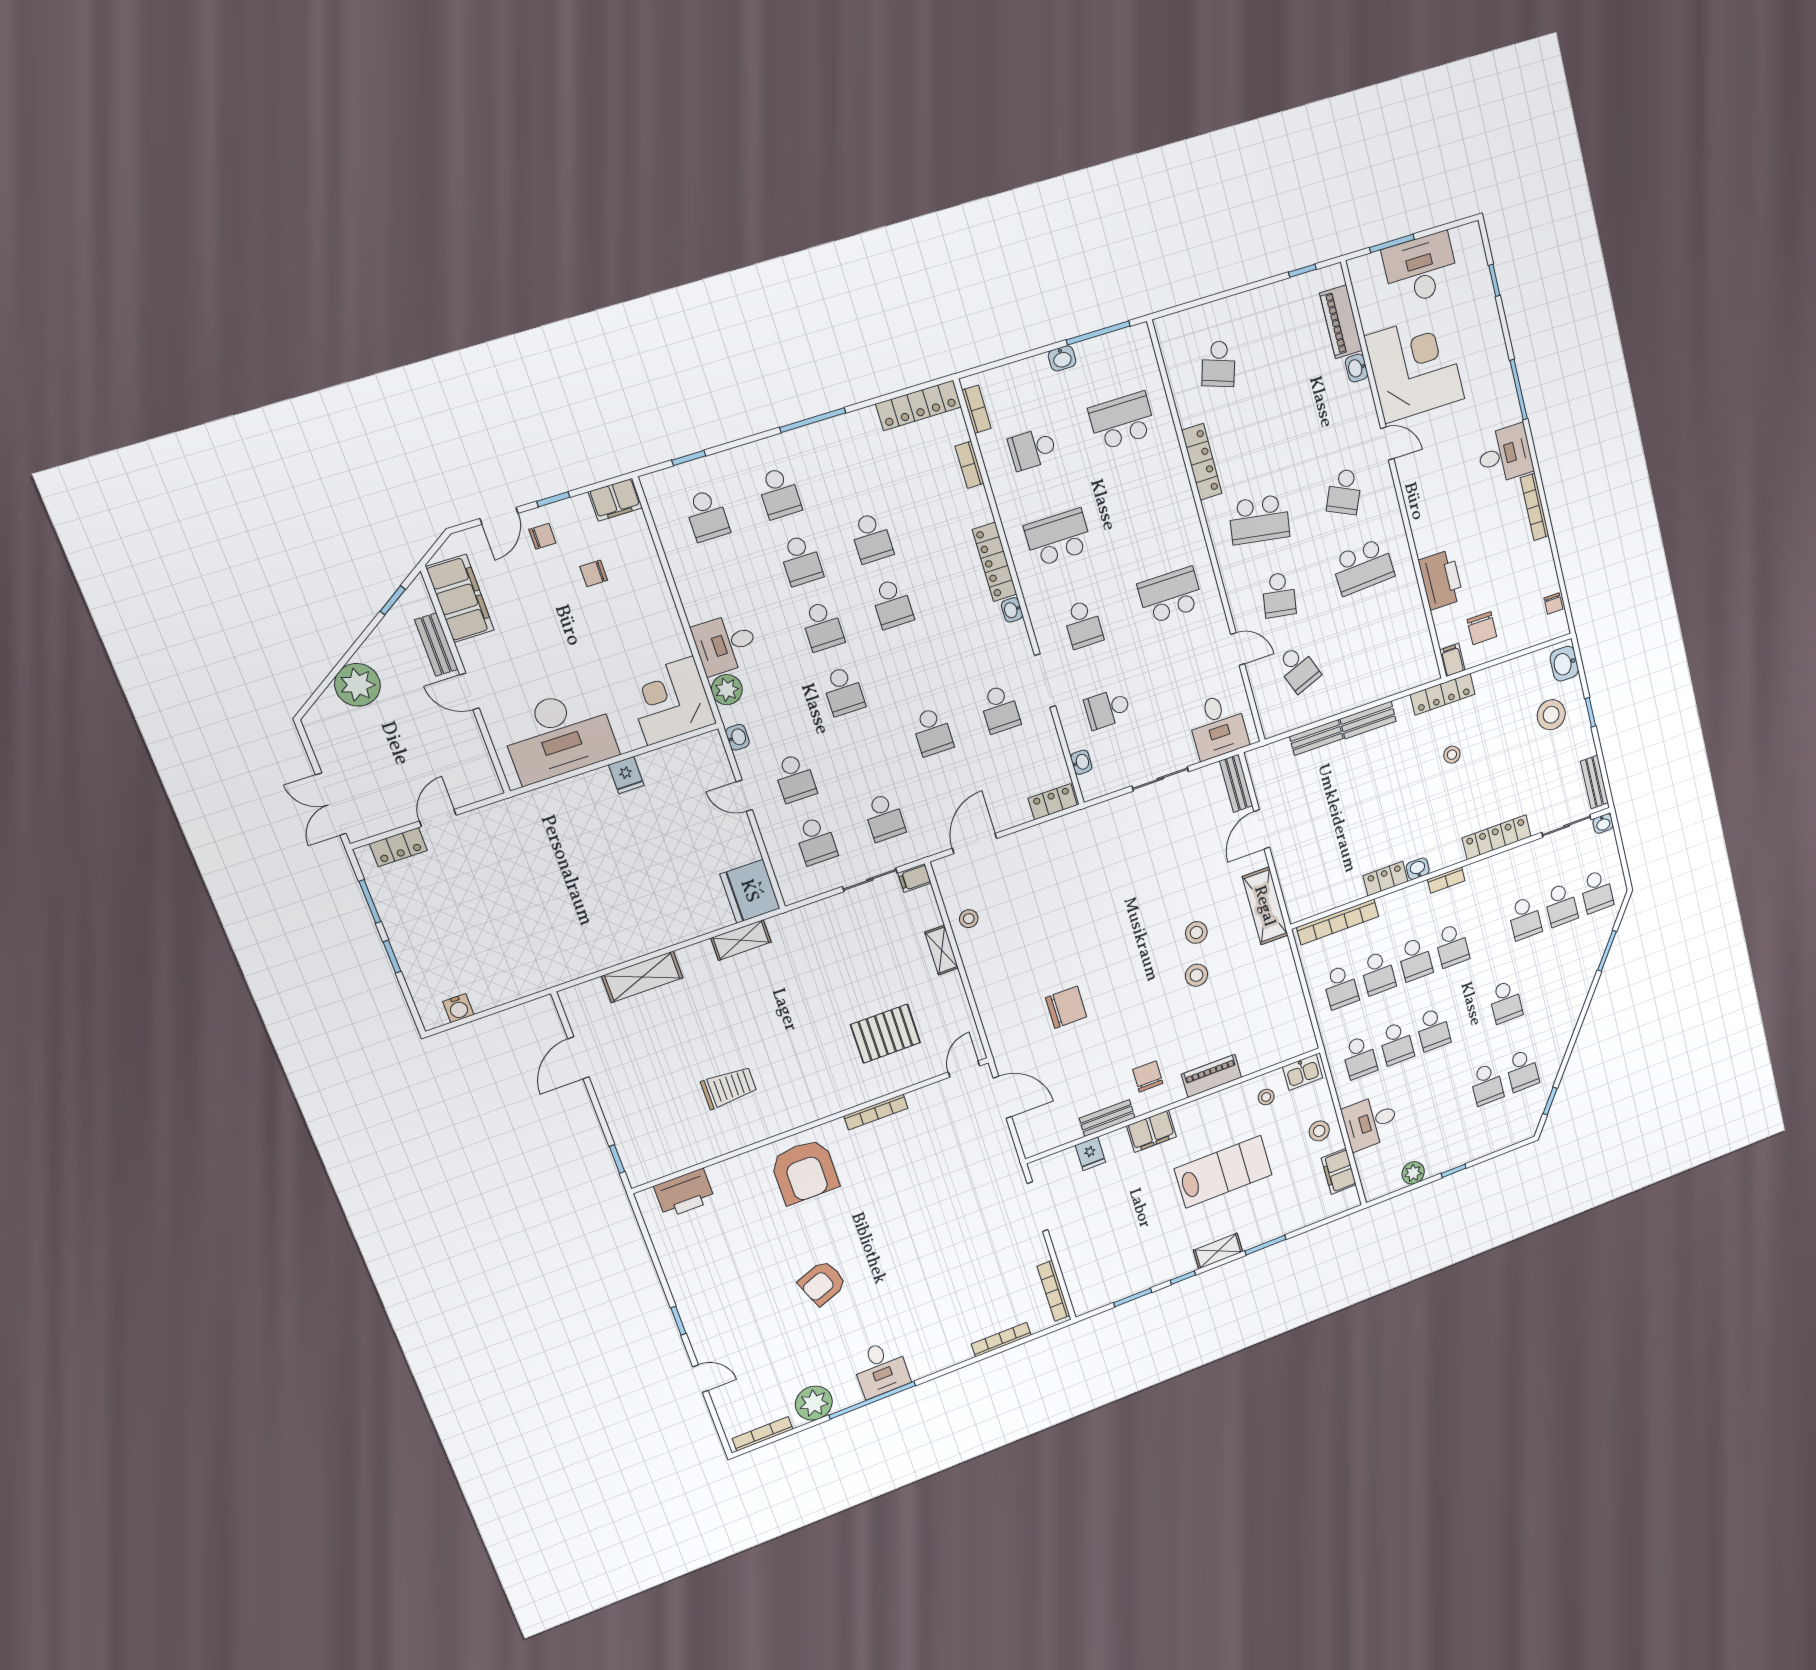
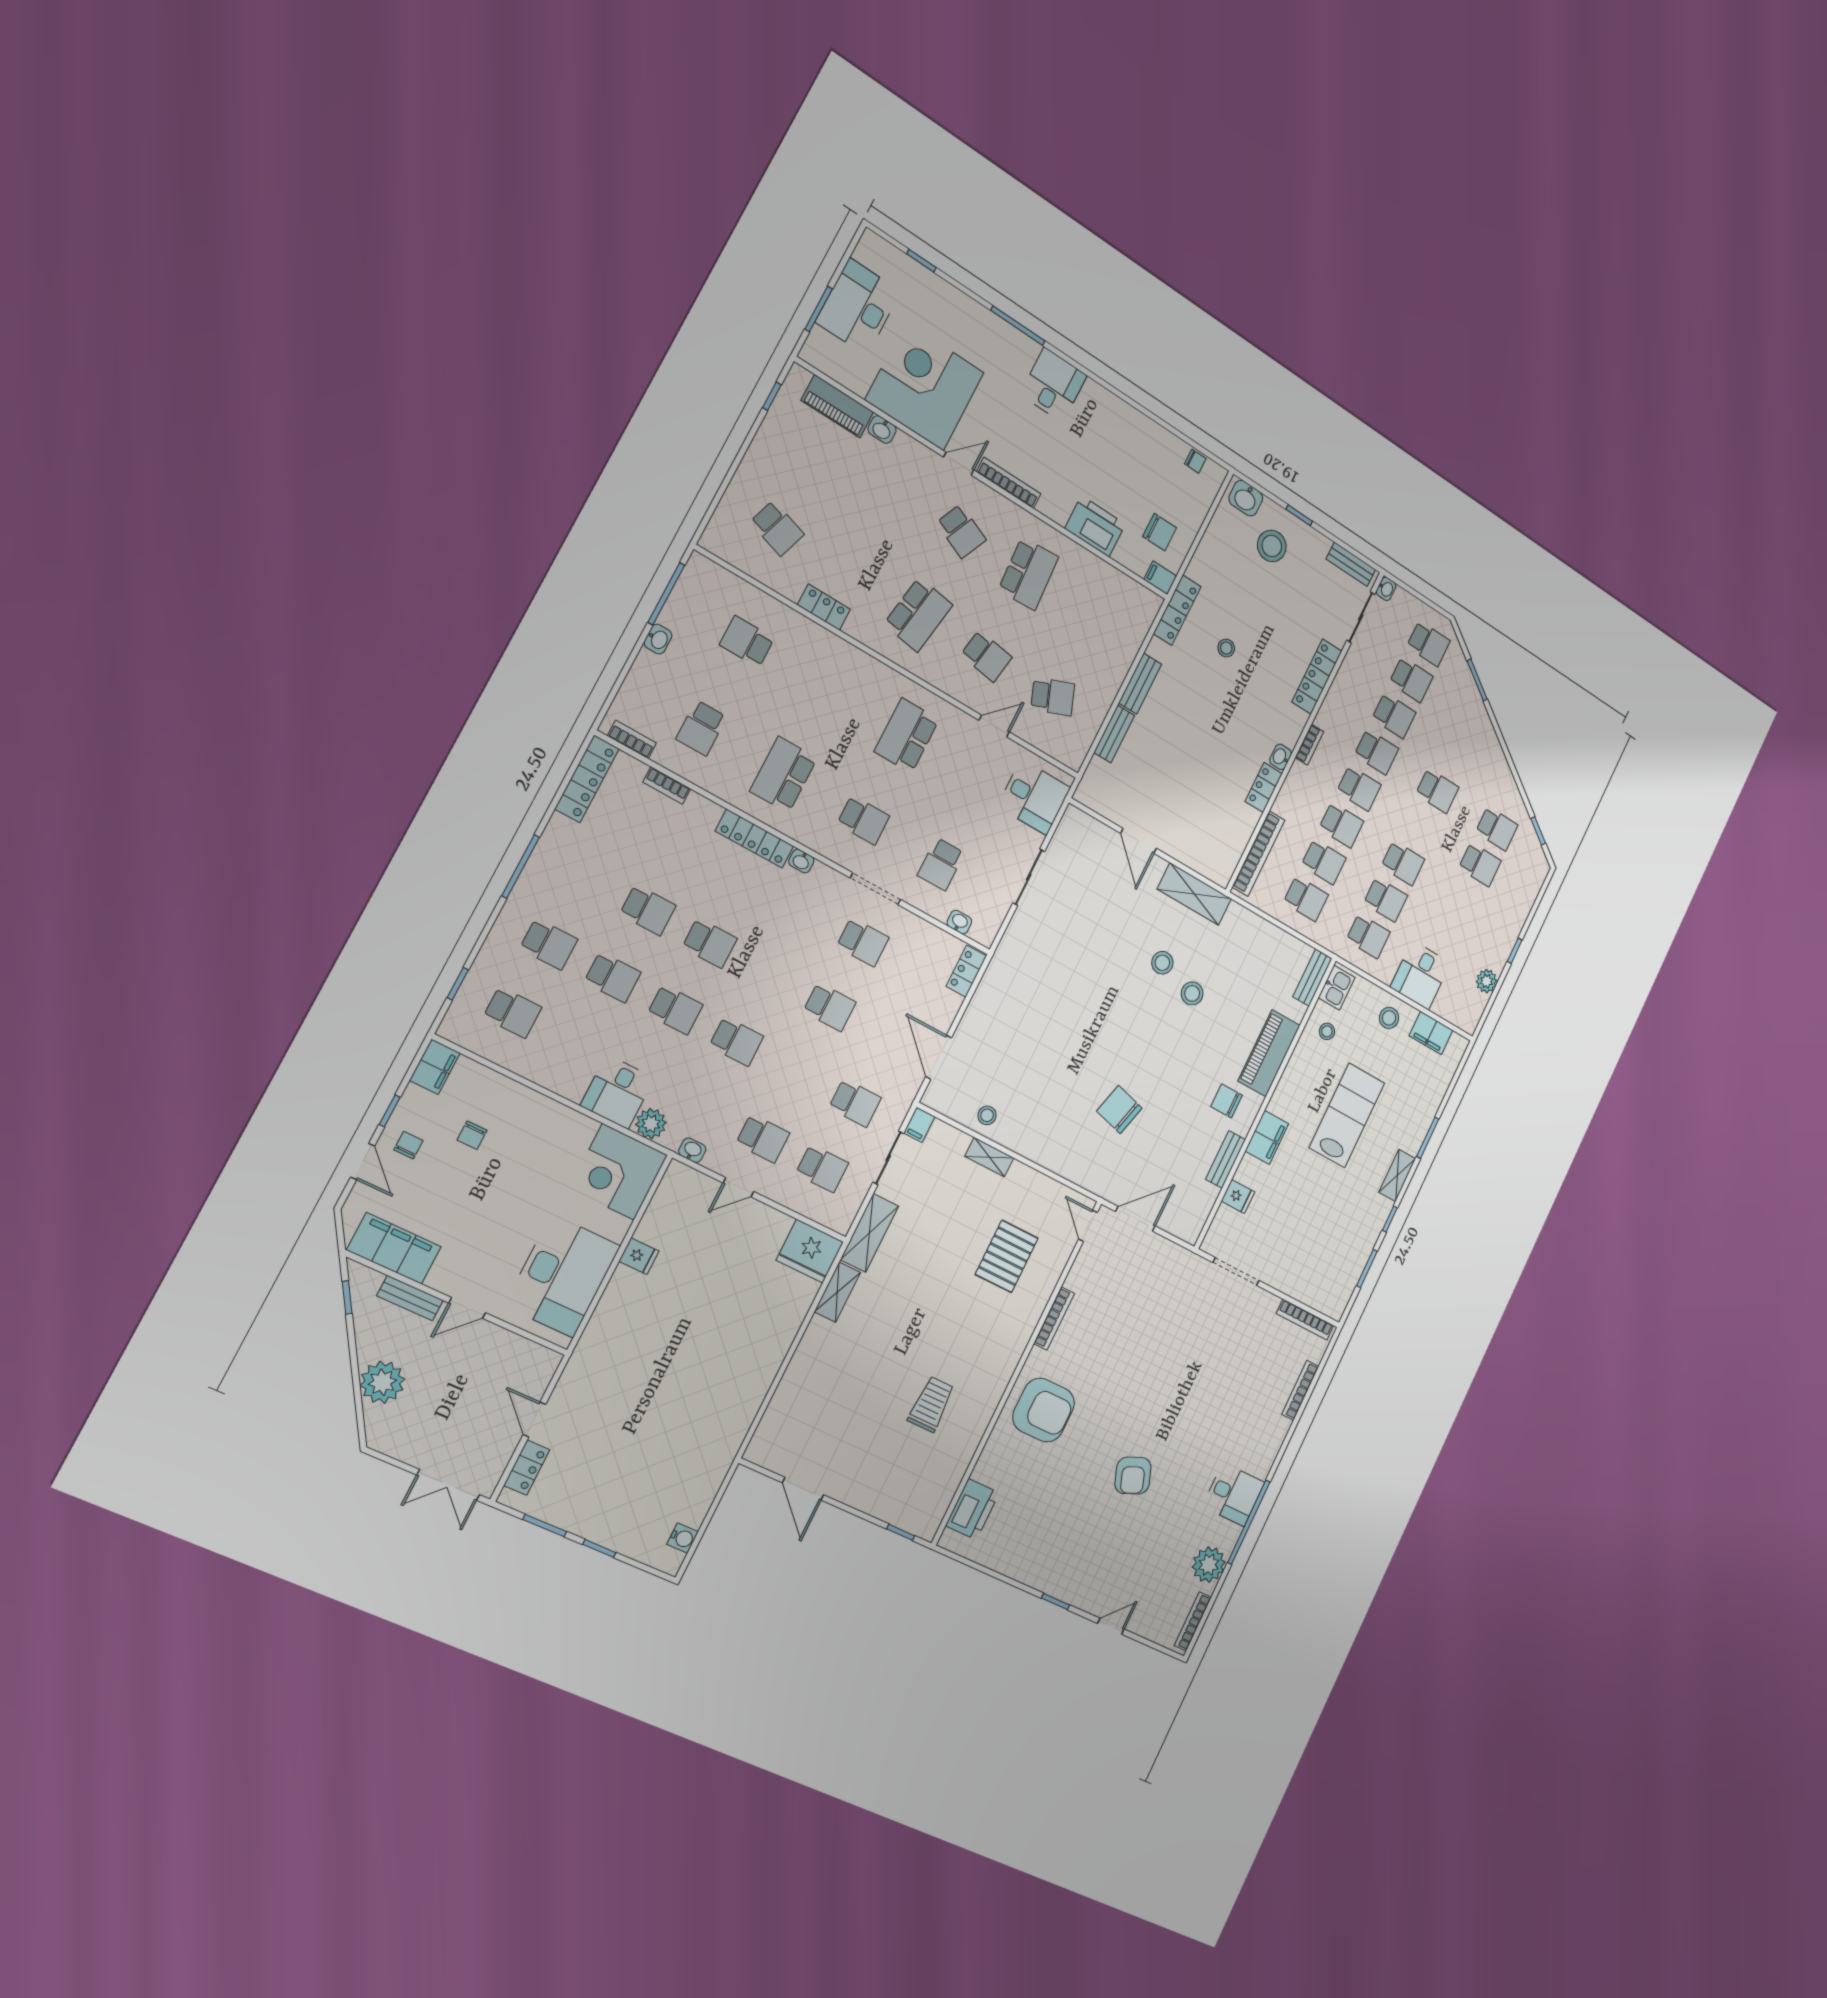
school desk: (1122, 421) -> (747, 642), width x0.54
locker: (1202, 462) -> (824, 607), width x0.66
bookcase: (1534, 507) -> (1009, 483), moved, turned 180
bench: (1236, 783) -> (1312, 978), moved, turned 90
school desk: (1489, 932) -> (1376, 752), added
shelving: (642, 977) -> (869, 1233), moved
chair: (1066, 1007) -> (1119, 1110), turned -75
piano: (1211, 1076) -> (1269, 1053), width x1.37, depth x1.33

